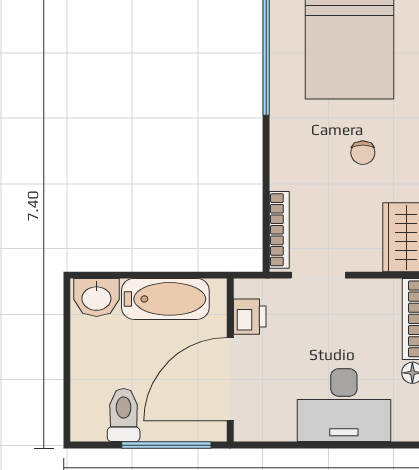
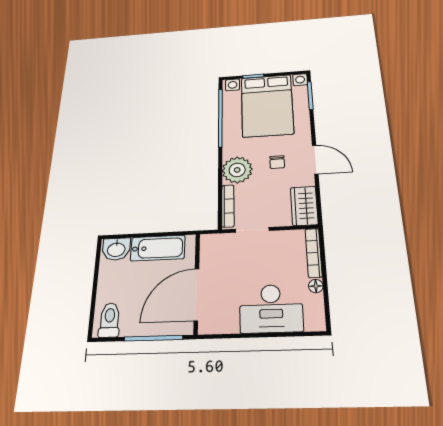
plant: (295, 163) -> (237, 170), added
printer: (250, 317) -> (209, 256), removed
toilet: (124, 415) -> (110, 320), moved

